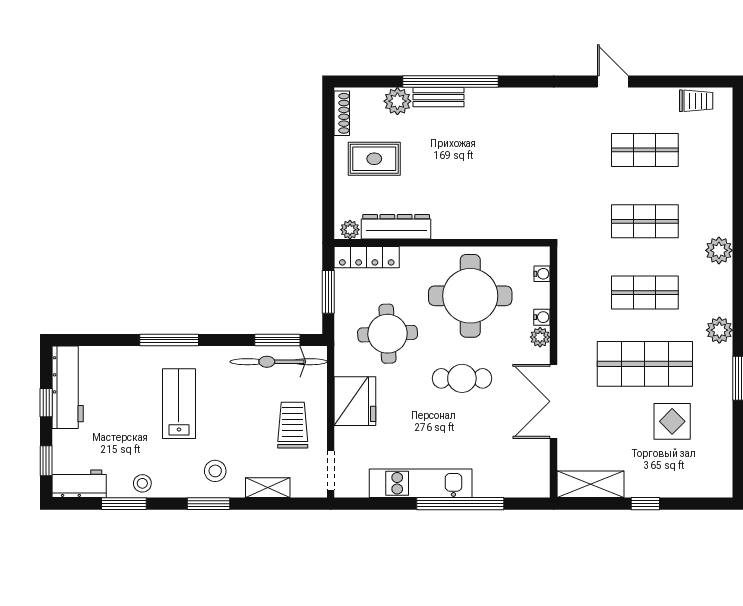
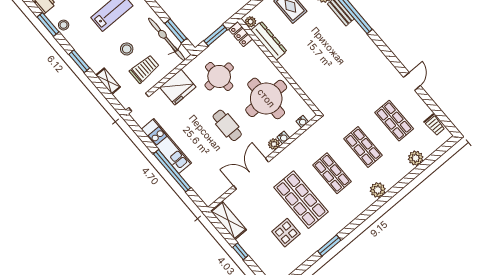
locker: (367, 257) -> (241, 34), width x0.66
plant: (719, 330) -> (416, 158), moved
stool: (215, 471) -> (127, 49), moved

